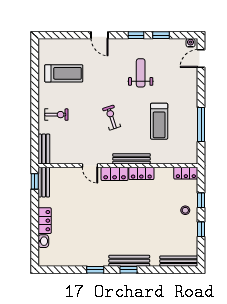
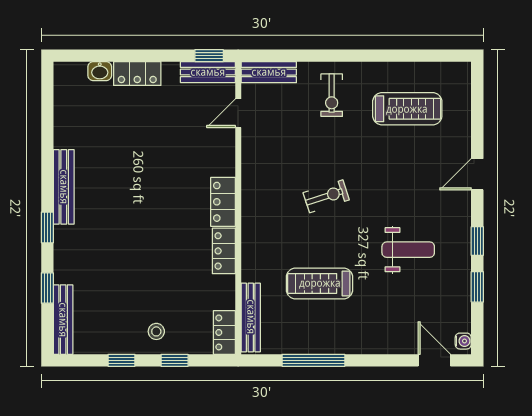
treadmill: (64, 73) -> (407, 109), turned -90
bench: (131, 159) -> (251, 317), moved
door: (90, 166) -> (238, 113), moved
bench: (129, 261) -> (64, 187), moved
window: (95, 270) -> (47, 288), moved

